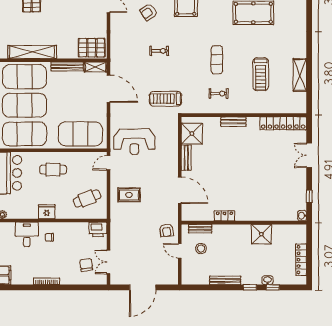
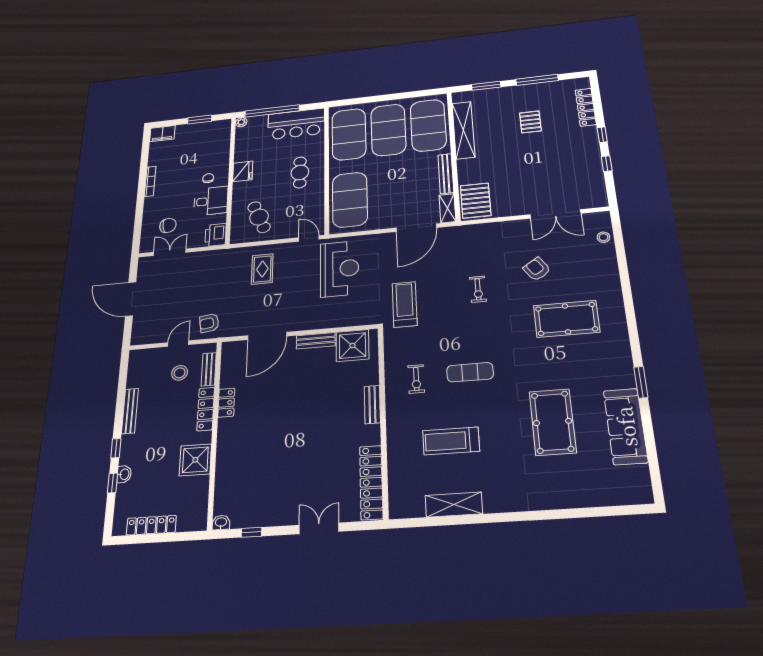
reception desk: (134, 142) -> (339, 269), turned 180
locker: (228, 229) -> (206, 409), added
desk: (27, 234) -> (211, 201), moved

